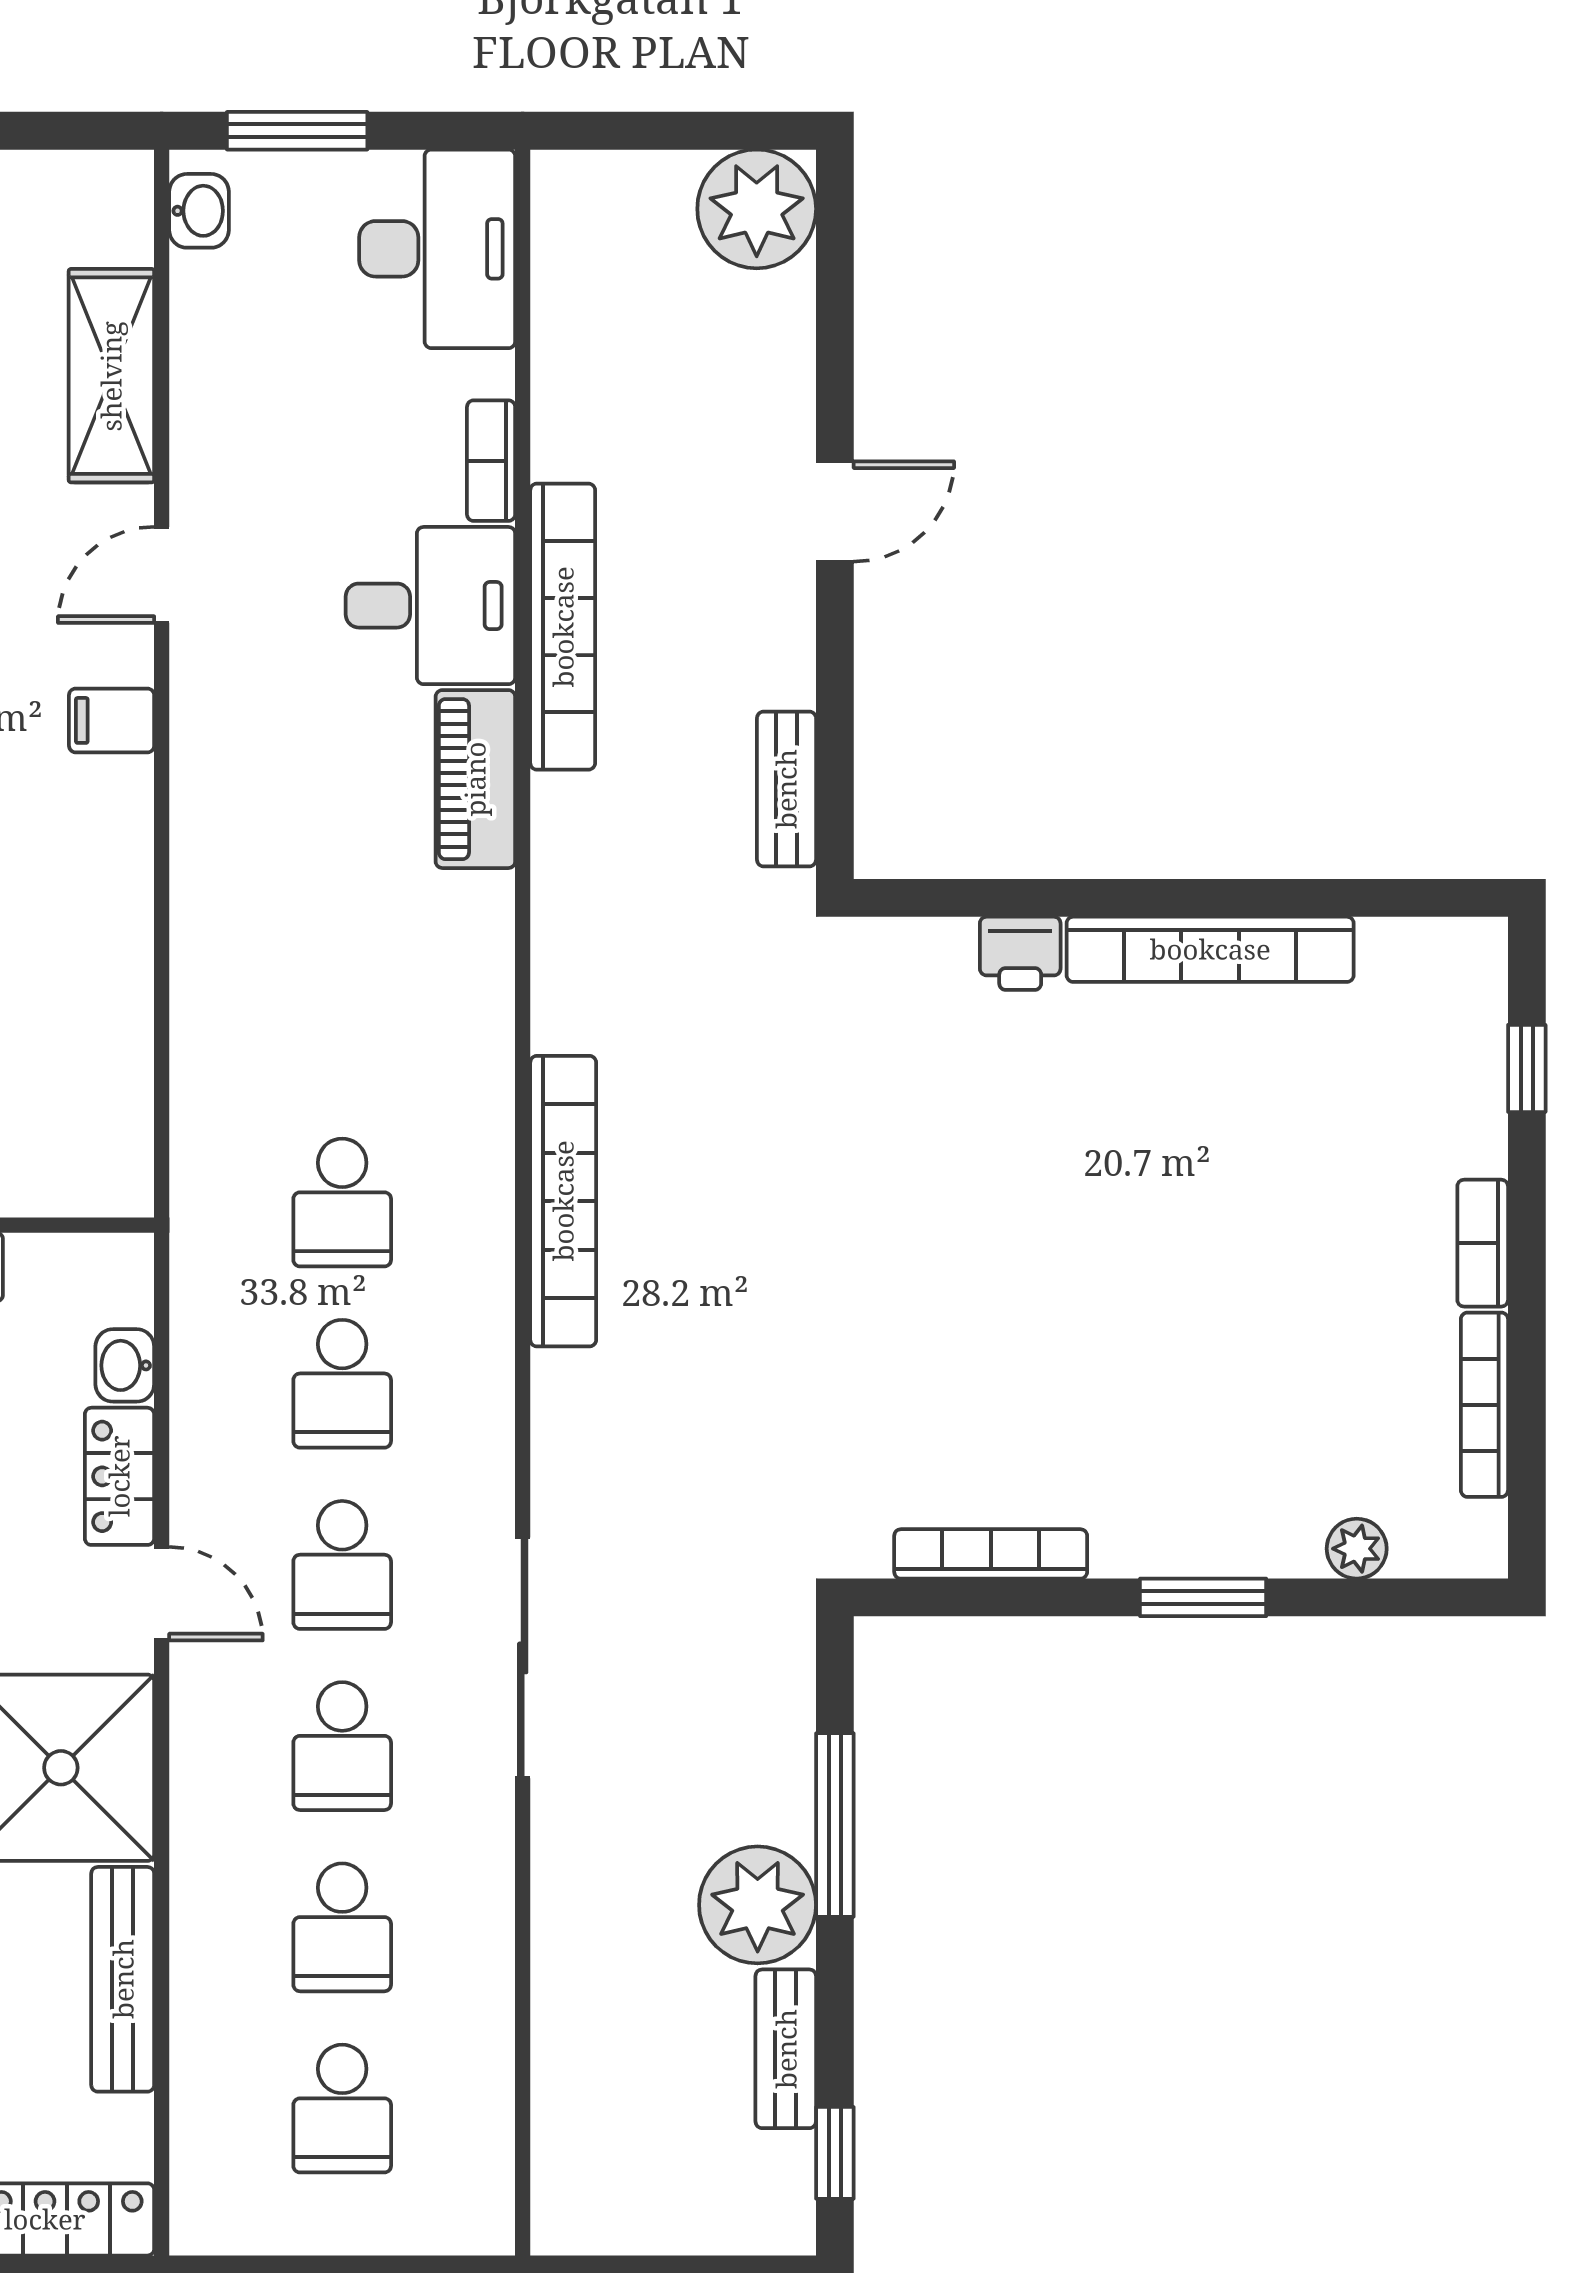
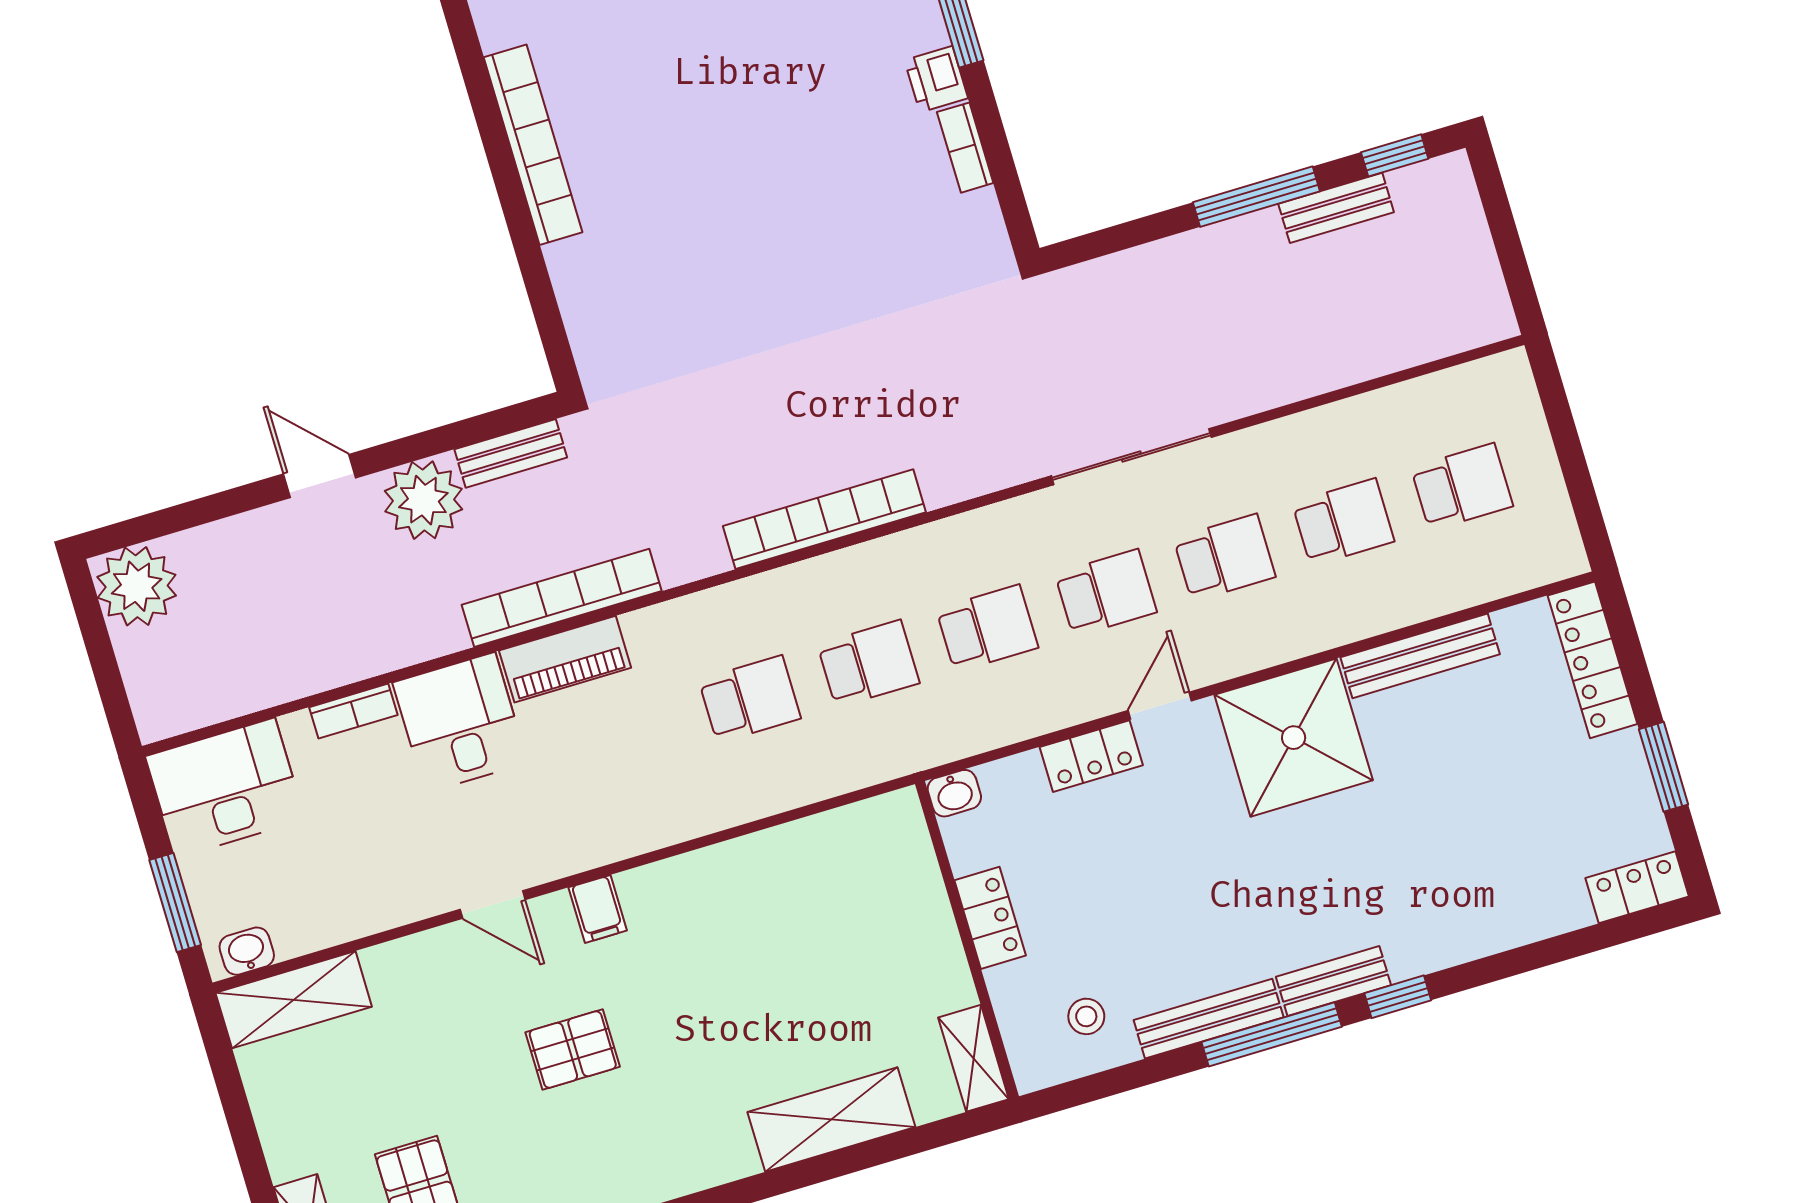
shelving: (111, 376) -> (294, 1000), moved
bookcase: (563, 627) -> (562, 598), moved
printer: (1020, 953) -> (936, 79), moved, turned 180
school desk: (342, 1021) -> (750, 699), added
washbasin: (125, 1365) -> (954, 793), moved
bookcase: (991, 1554) -> (965, 148), width x0.64
window: (835, 1825) -> (1256, 197), moved
plant: (758, 1905) -> (423, 500), moved

